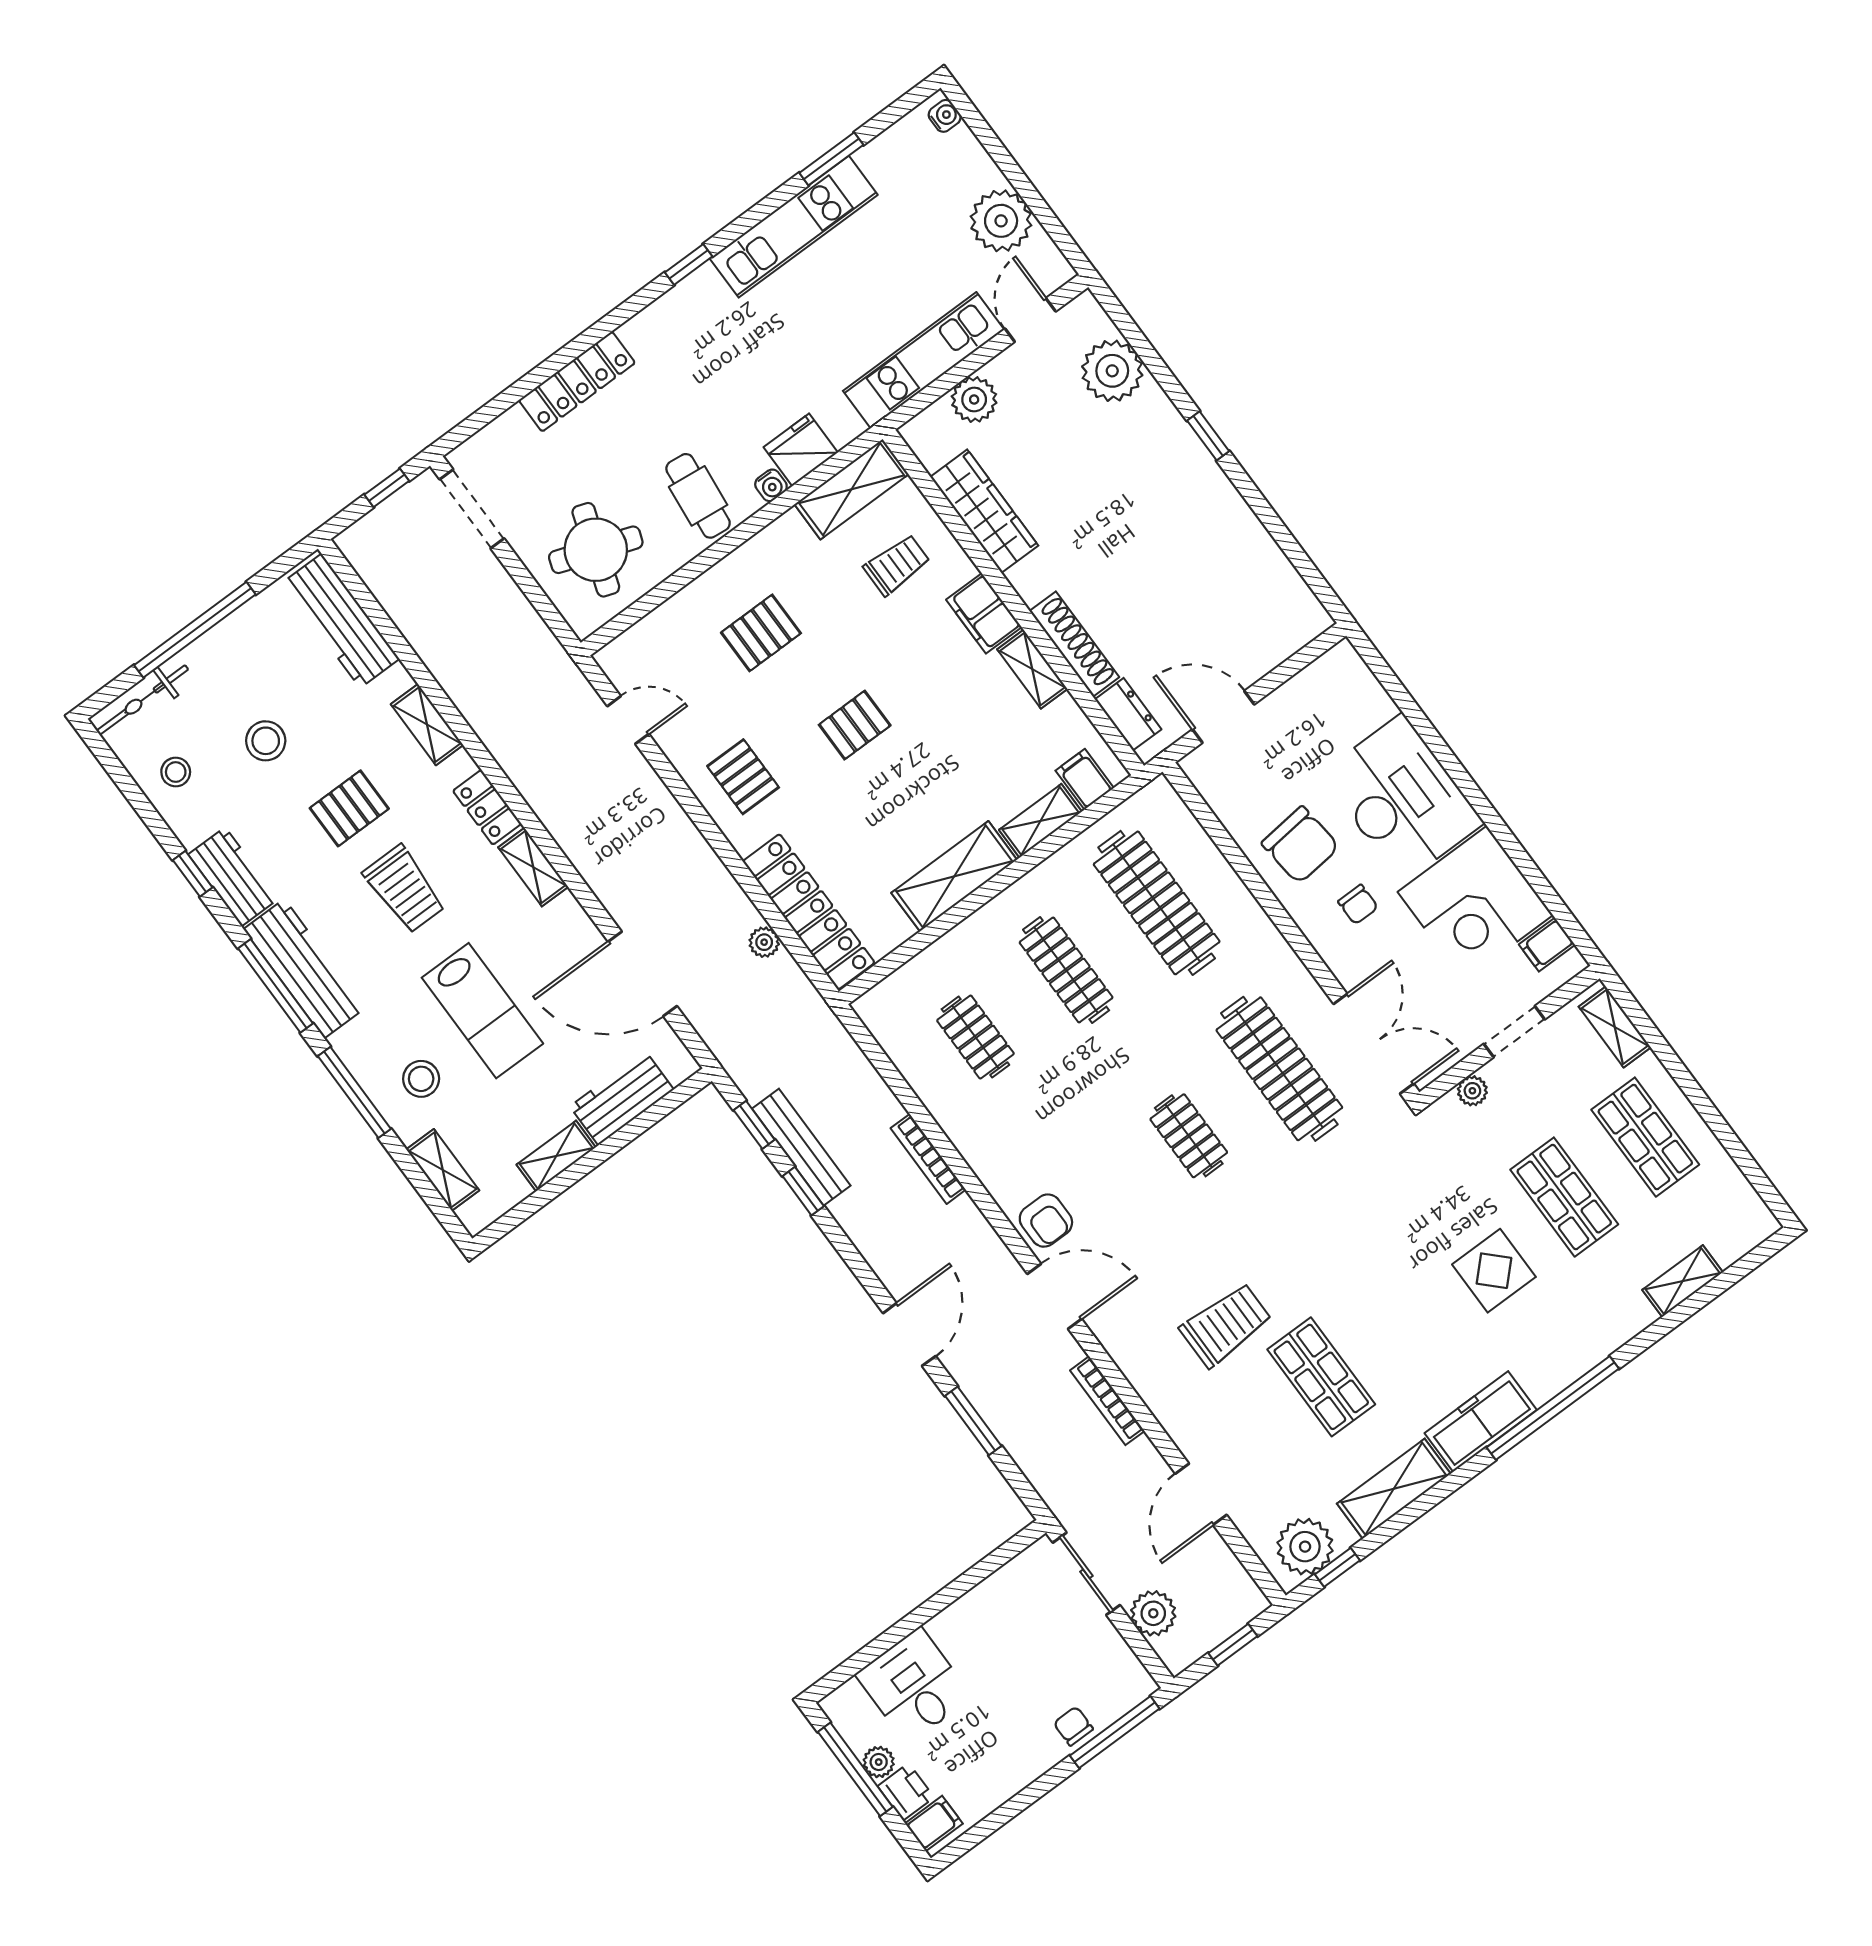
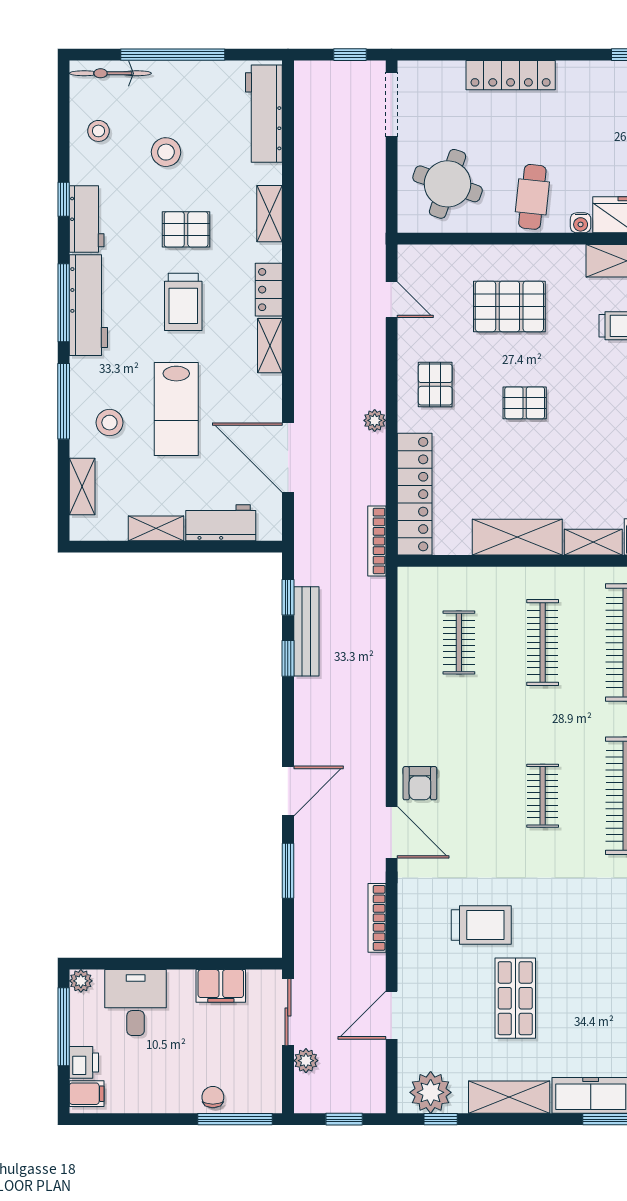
pallet: (761, 633) -> (509, 306), width x1.50, depth x1.42
plant: (764, 942) -> (375, 420), moved
bookcase: (928, 1159) -> (377, 541), moved
filing cabinet: (993, 1599) -> (221, 986), added
plant: (1153, 1613) -> (306, 1061), width x0.73, depth x0.73
plant: (879, 1762) -> (81, 981), moved

